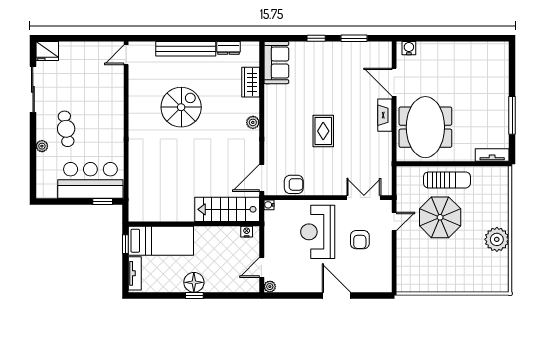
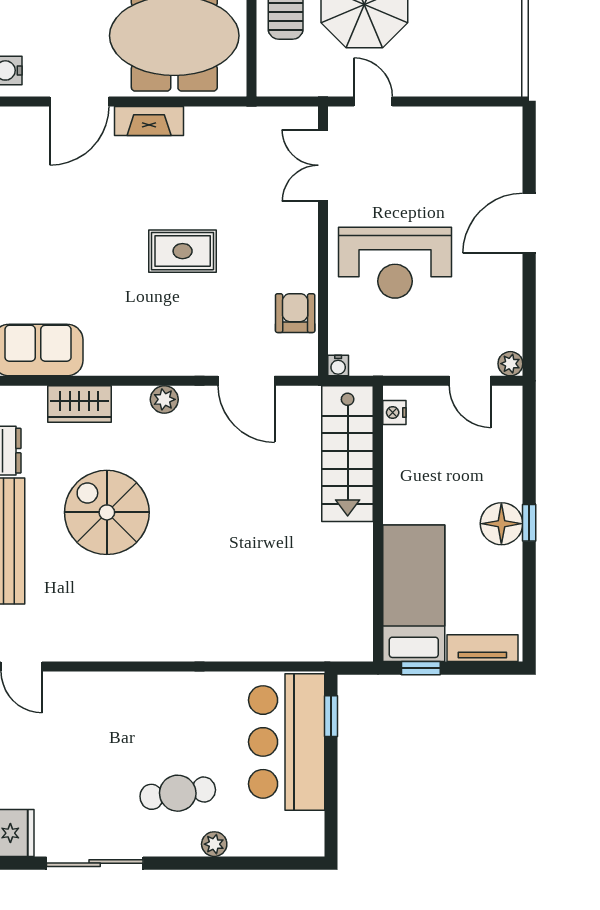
spiral stairs: (181, 107) -> (107, 512), moved
door: (262, 178) -> (246, 381), moved
armchair: (360, 240) -> (411, 174), removed

